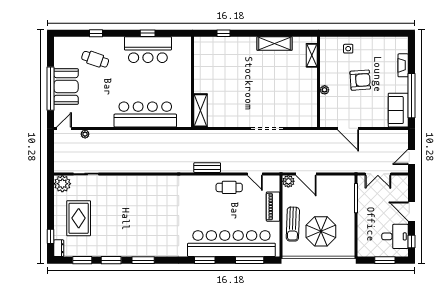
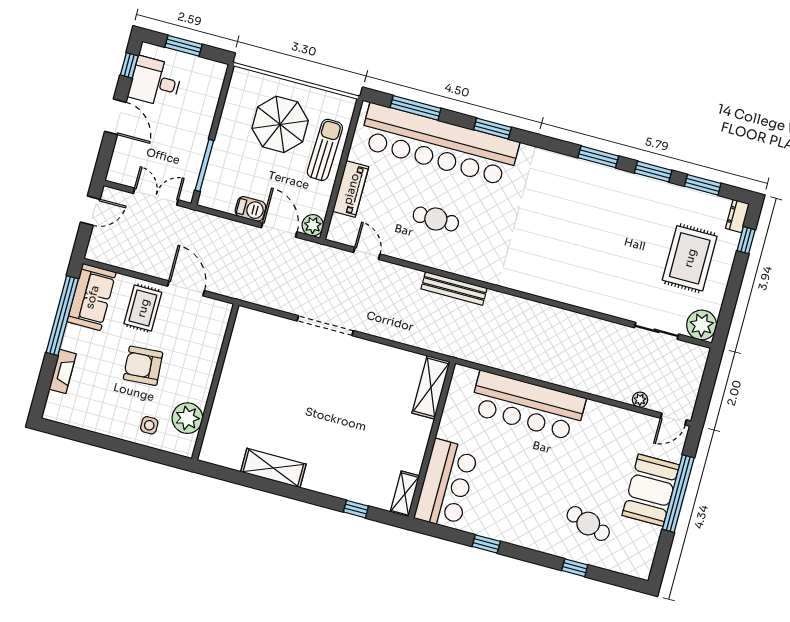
bar counter: (148, 50) -> (446, 484), moved, turned 90
shelving: (312, 55) -> (405, 494), moved
plant: (325, 90) -> (187, 418), moved, width x1.87, depth x1.87
rug: (369, 112) -> (143, 308), added
bench: (207, 168) -> (454, 288), width x1.36
barbecue: (325, 181) -> (250, 209), added
cafe table: (229, 187) -> (436, 219), moved

